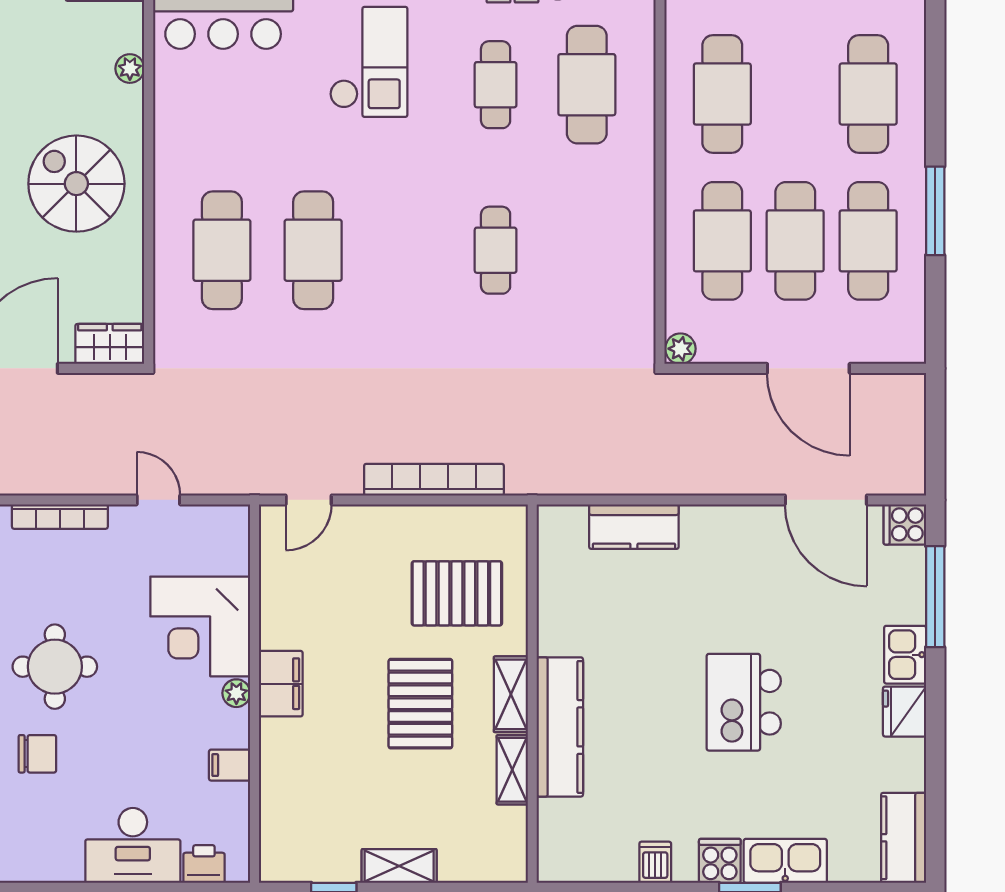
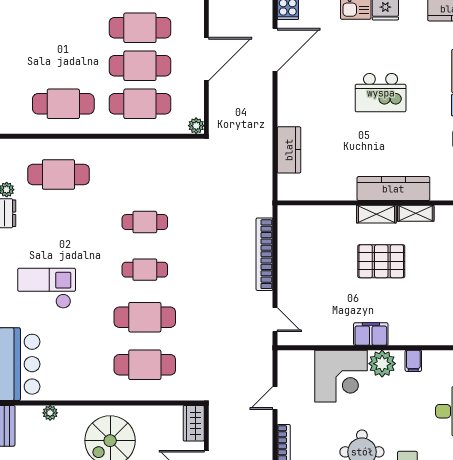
cafe table: (496, 85) -> (145, 270), moved
cafe table: (868, 94) -> (63, 28), removed
pallet: (457, 593) -> (324, 242), removed
plant: (236, 693) -> (382, 364), width x1.88, depth x1.88

